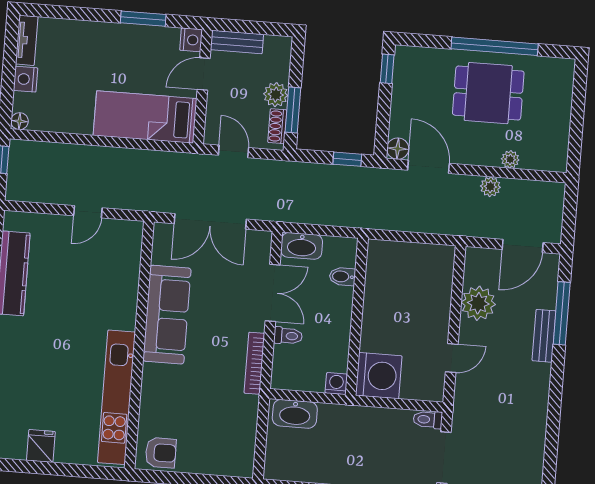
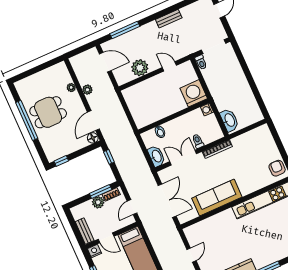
dining table: (488, 93) -> (48, 112), turned 90
door: (88, 212) -> (191, 255), hinge flipped
bench: (544, 336) -> (169, 19), moved

